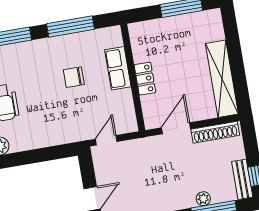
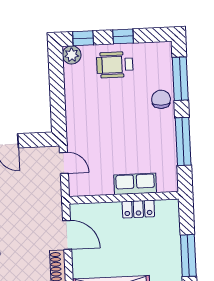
chair: (74, 77) -> (161, 99), moved
locker: (145, 79) -> (138, 209), moved

